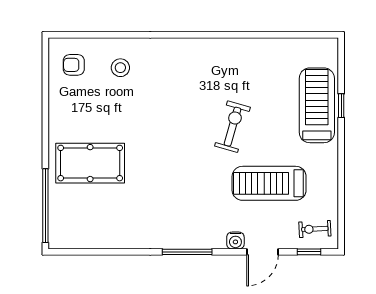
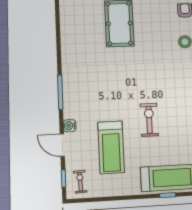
exercise bike: (233, 127) -> (149, 120), turned -106
treadmill: (269, 183) -> (111, 147), turned 180

